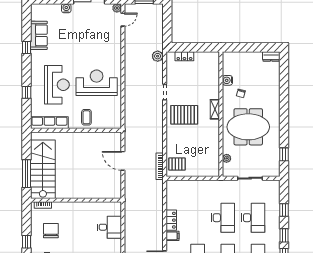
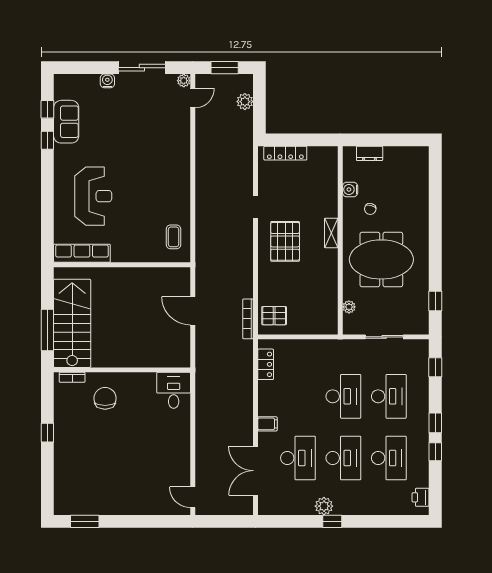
plant: (158, 56) -> (245, 102), moved
locker: (184, 56) -> (285, 153), width x1.53
dresser: (271, 56) -> (370, 153), moved
reception desk: (97, 83) -> (153, 193), removed
window: (27, 92) -> (47, 109), moved
pallet: (184, 115) -> (285, 241), turned 90
coffee table: (86, 117) -> (174, 237), moved
window: (284, 210) -> (435, 367), moved
locker: (171, 220) -> (266, 364), moved
desk: (109, 227) -> (174, 390), moved, turned -90
chair: (51, 231) -> (105, 398), moved

